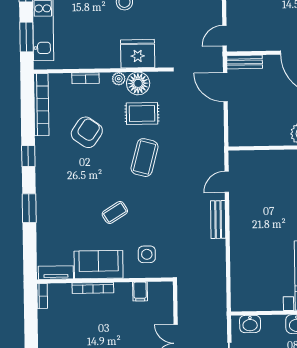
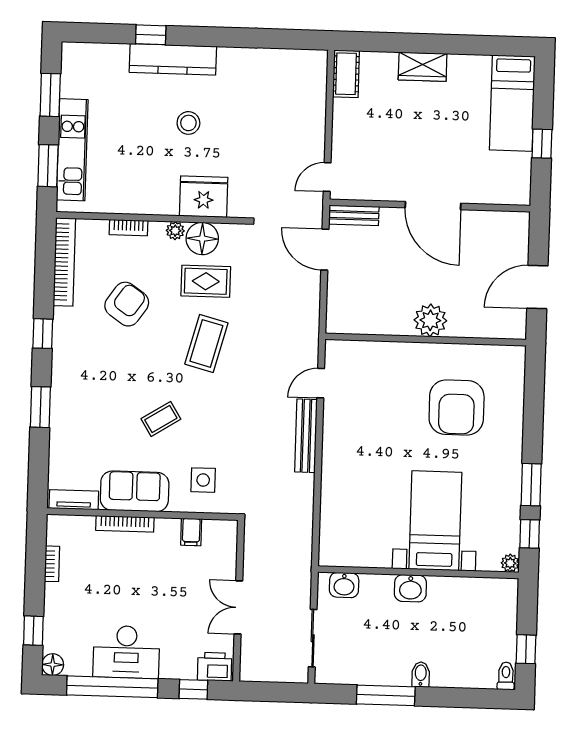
bench: (218, 220) -> (306, 436), width x1.36
bookcase: (42, 296) -> (52, 564), moved

